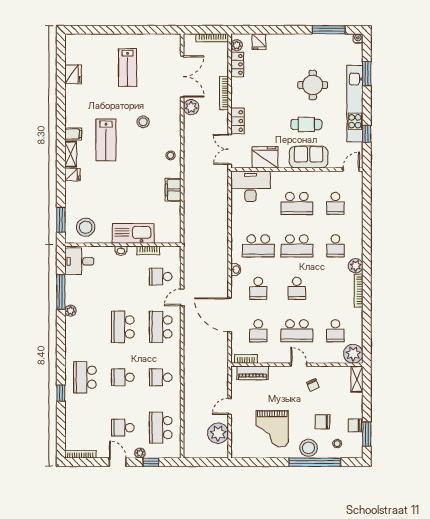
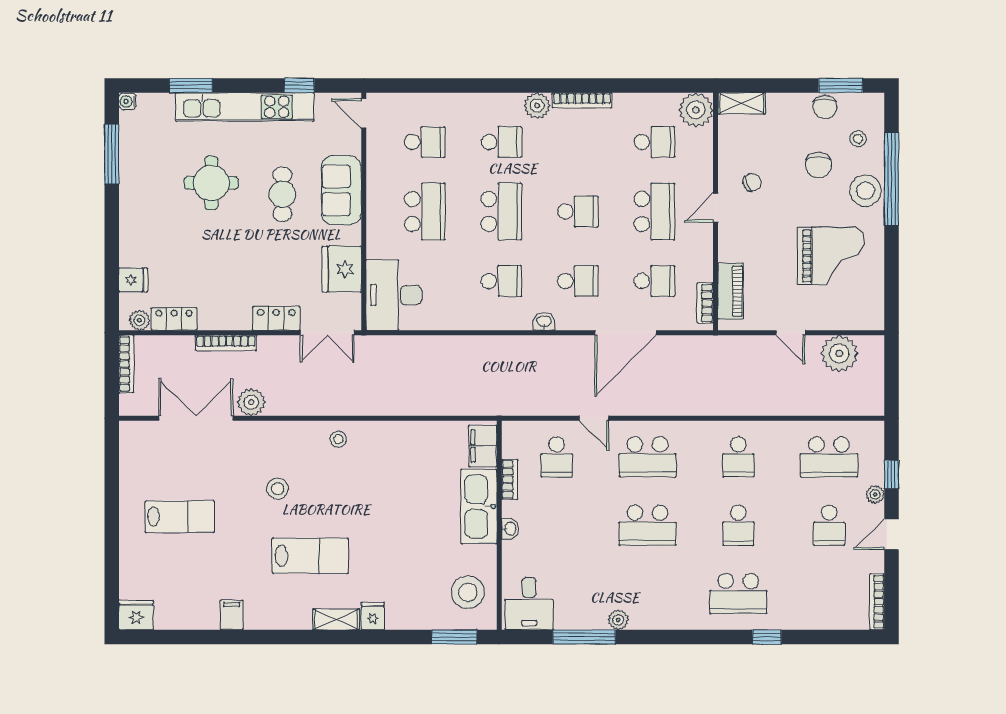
fridge: (73, 74) -> (136, 615), moved
filing cabinet: (73, 134) -> (232, 615), moved
filing cabinet: (173, 190) -> (483, 446), moved, turned 90
school desk: (258, 246) -> (501, 281), width x0.54

